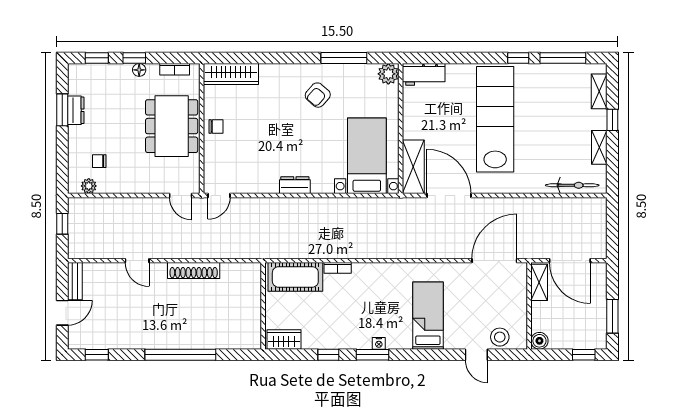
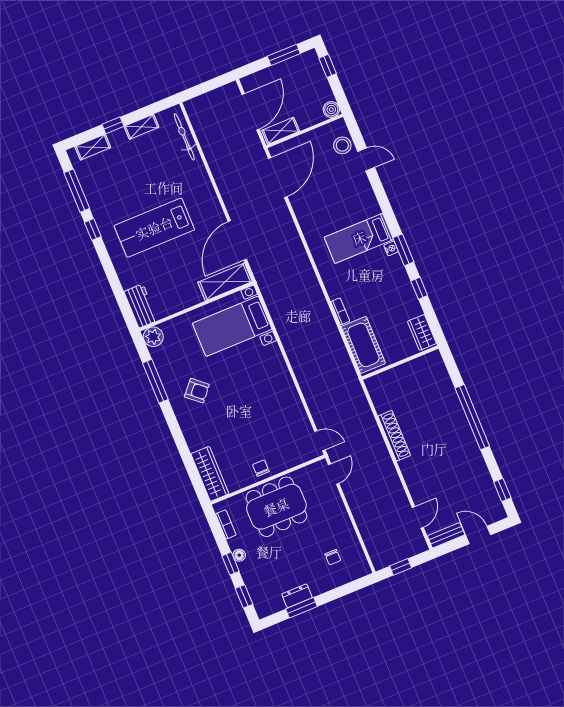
lab bench: (495, 119) -> (154, 228), width x0.73
dresser: (295, 185) -> (284, 378), removed
plant: (89, 186) -> (358, 557), removed
door: (137, 261) -> (418, 517), moved
door: (494, 261) -> (278, 178), swing flipped
bed: (428, 316) -> (359, 238), moved
door: (476, 355) -> (366, 159), hinge flipped

